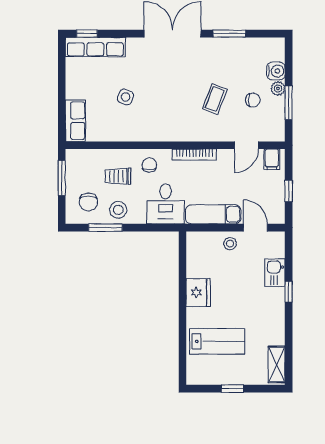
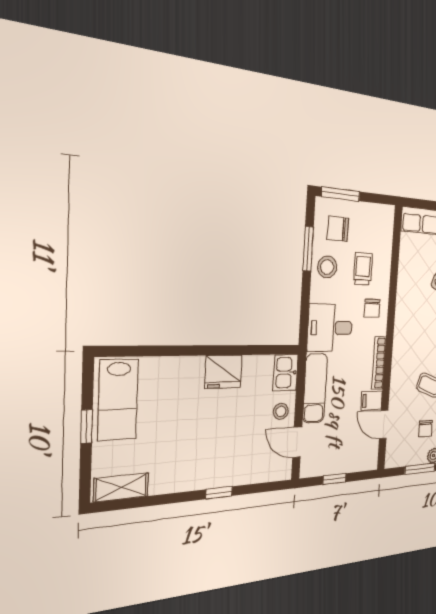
filing cabinet: (272, 159) -> (372, 401), moved
chair: (149, 165) -> (372, 308), turned 90
window: (62, 178) -> (341, 194), moved
door: (255, 228) -> (297, 442), swing flipped
kitchen sink: (275, 273) -> (285, 373), moved, turned -90
lab bench: (217, 341) -> (118, 400), moved

